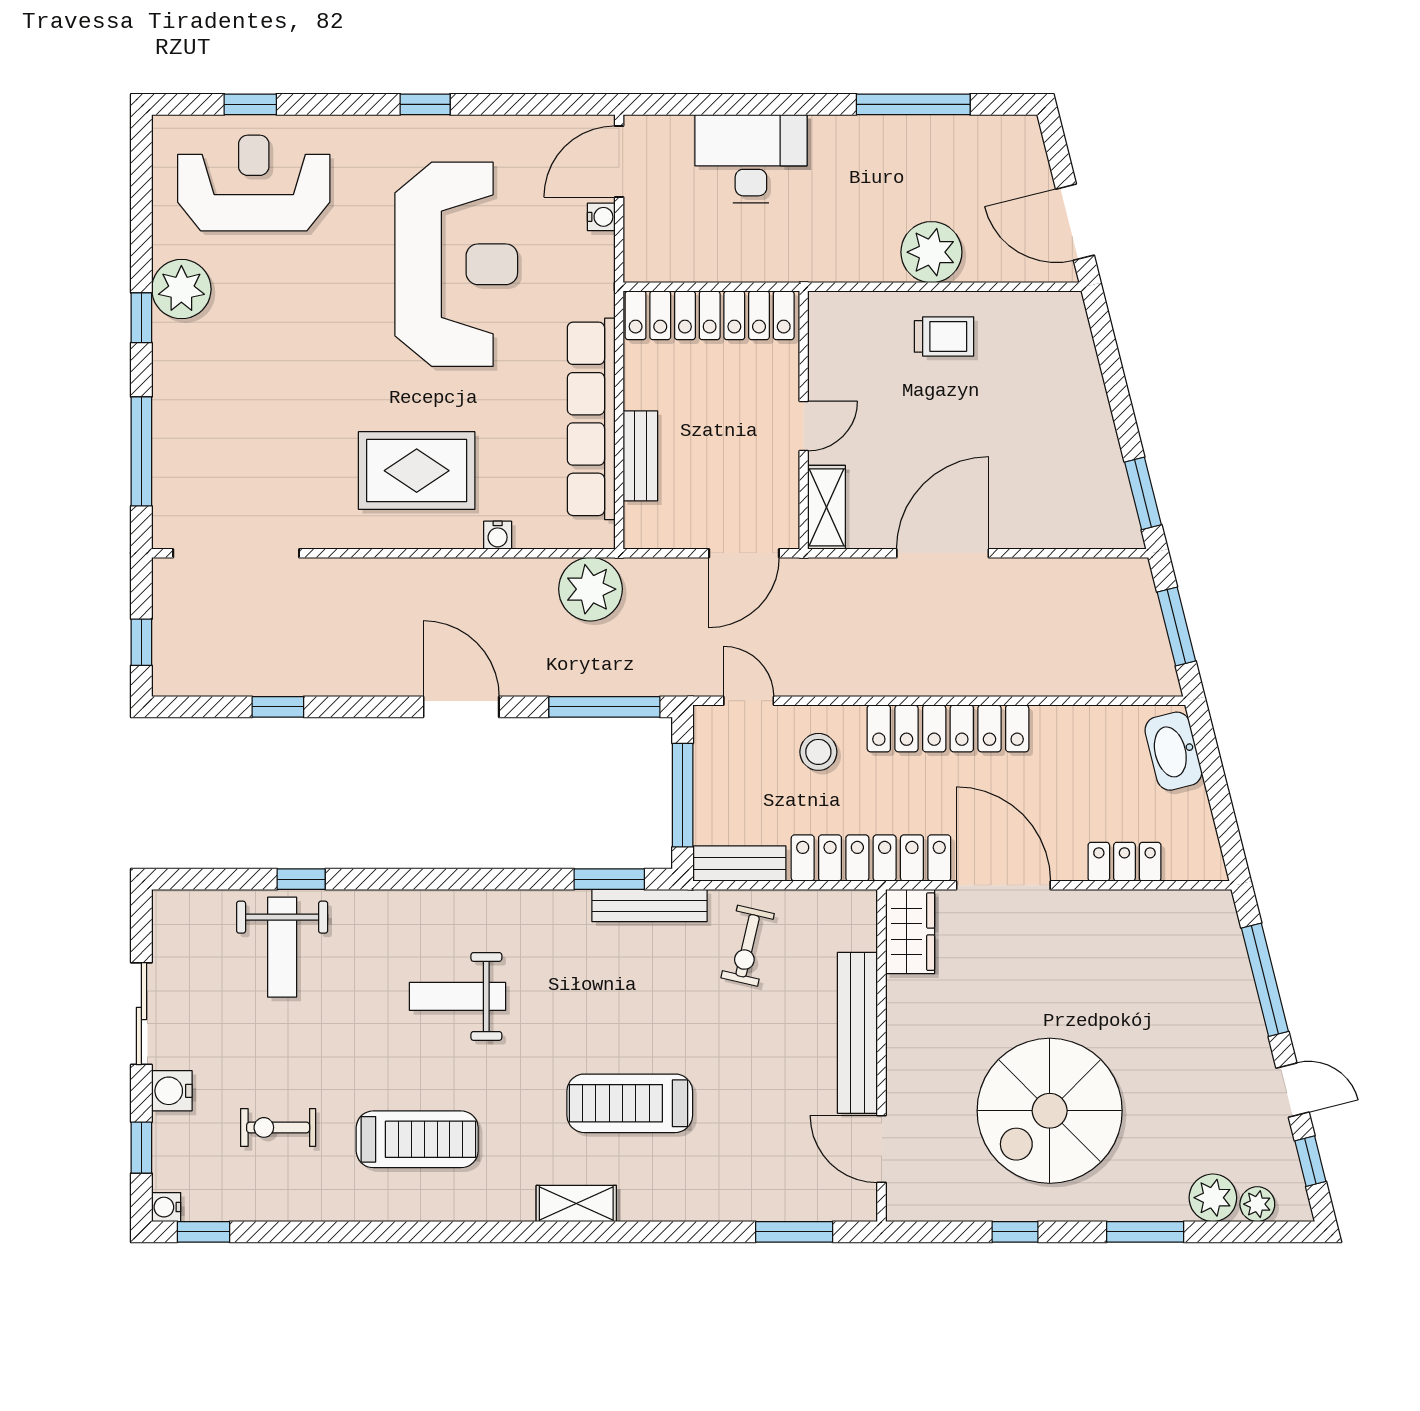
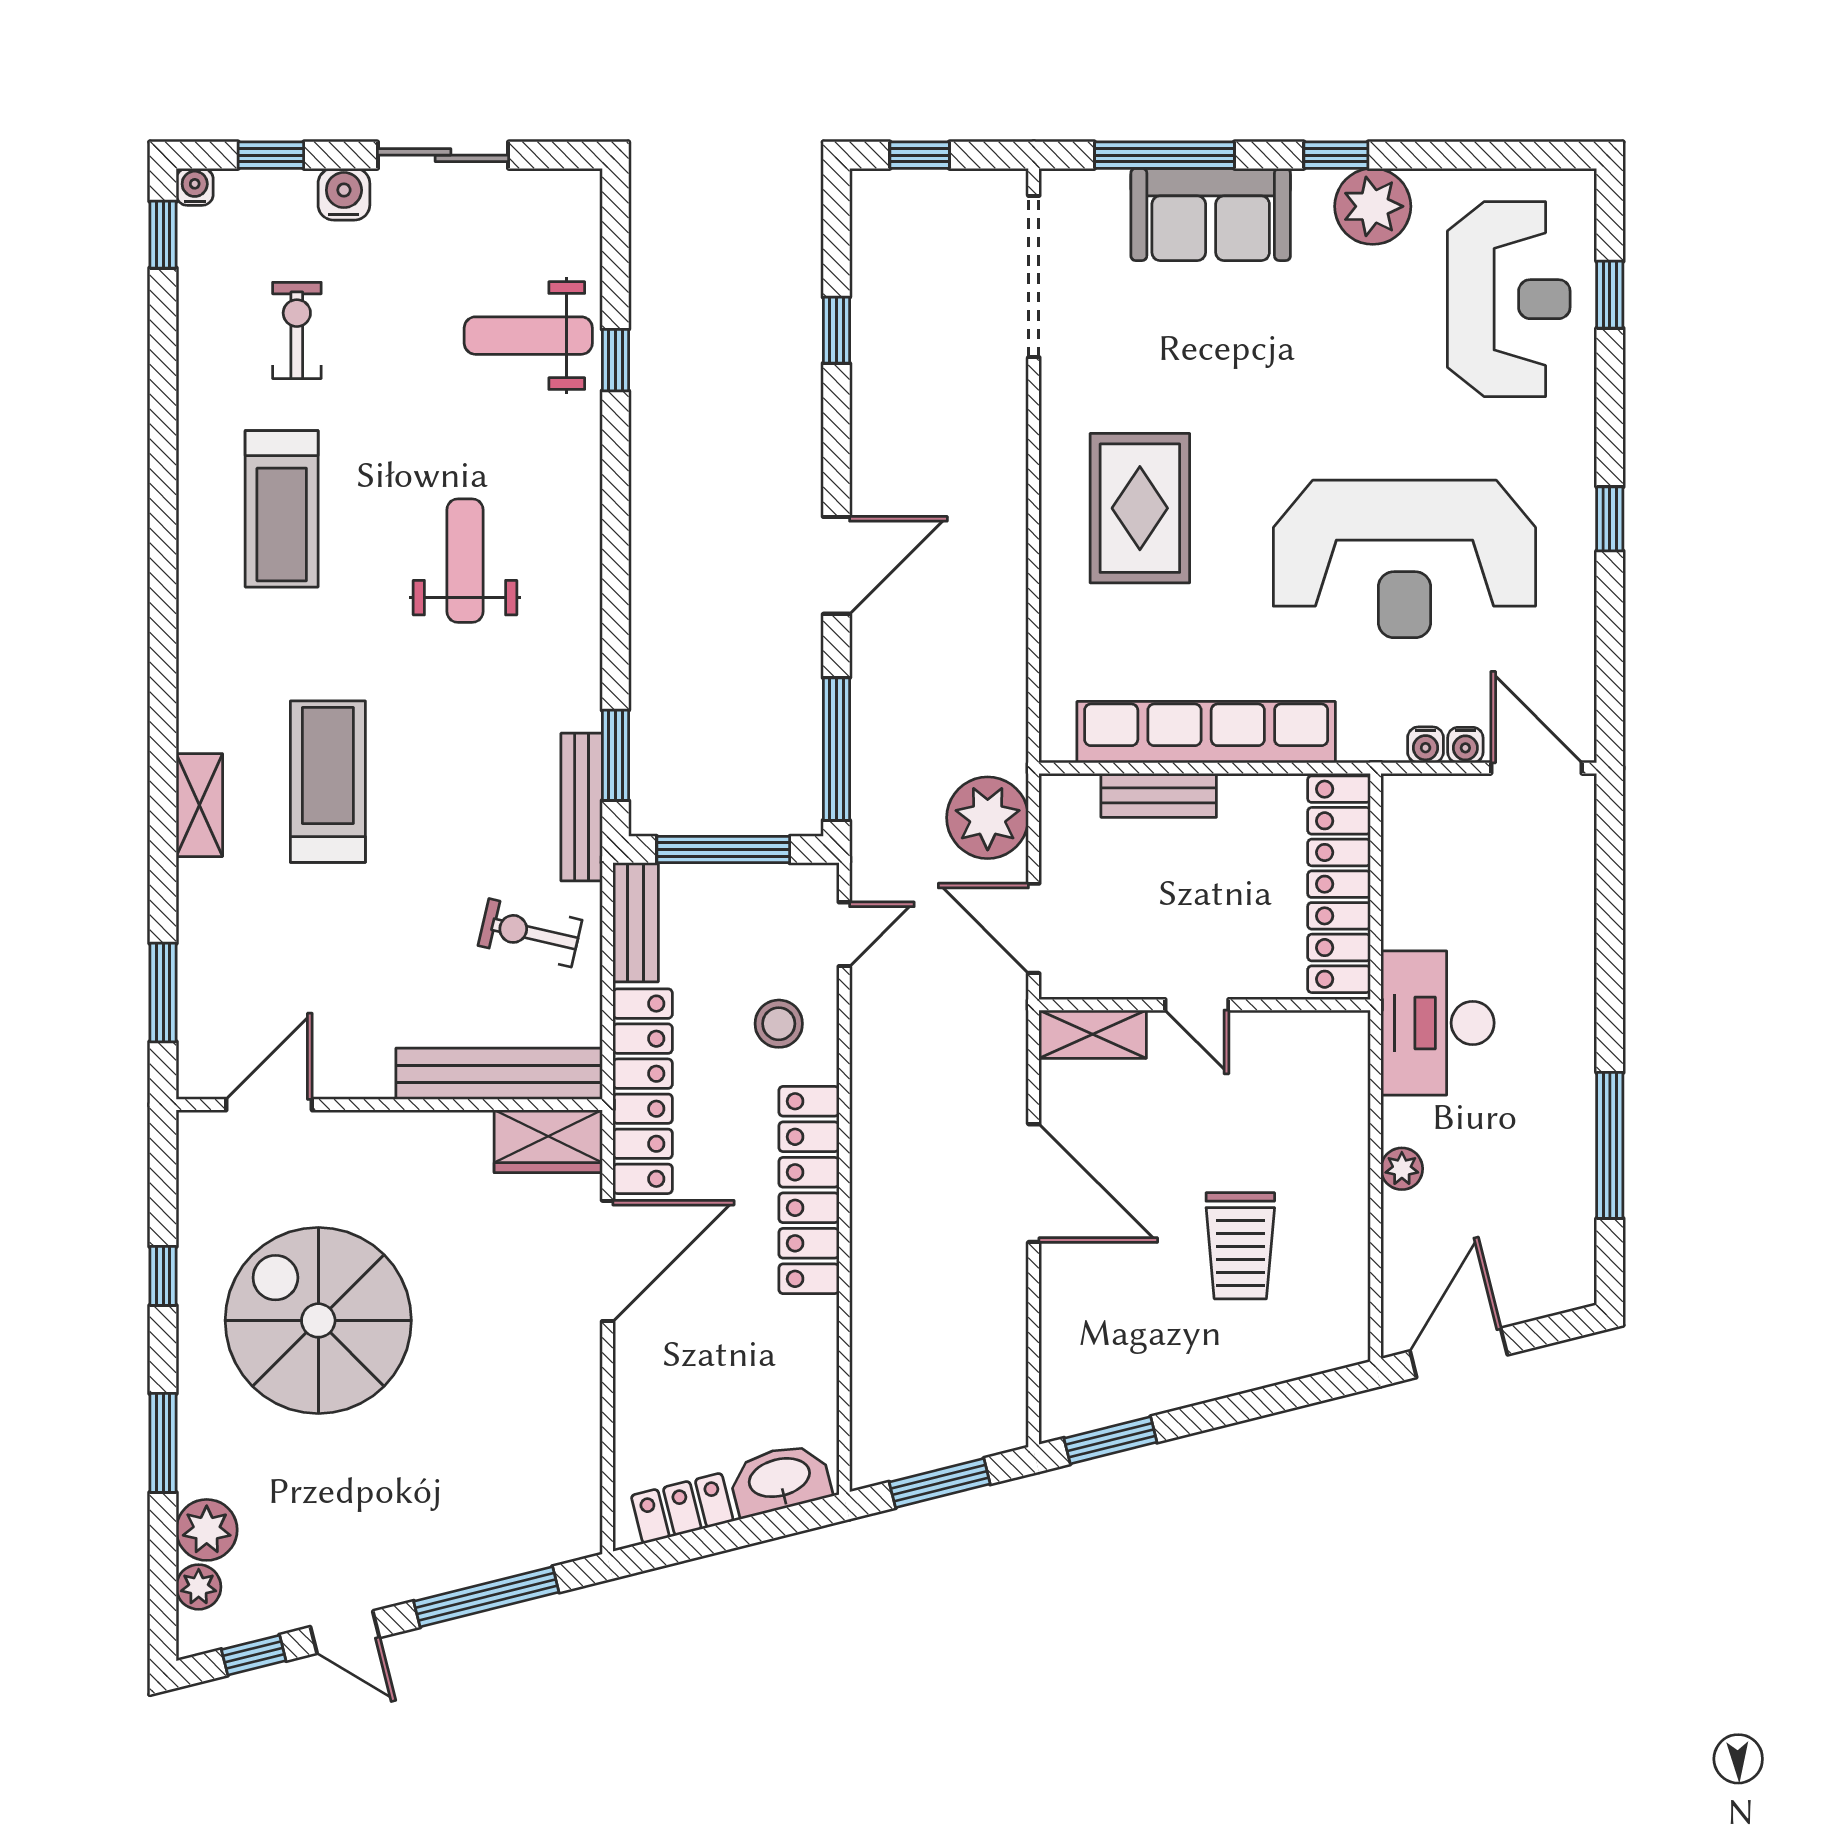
desk: (751, 159) -> (1438, 1023), moved, turned 180
plant: (931, 252) -> (1402, 1169), width x0.53, depth x0.53
trolley: (944, 336) -> (1240, 1246), moved, width x1.36, depth x1.39
sofa: (188, 415) -> (1211, 214), added
water cooler: (498, 535) -> (1426, 745), moved, turned -90
plant: (590, 589) -> (988, 818), moved
locker: (1124, 862) -> (682, 1508), moved, turned -104
bench: (857, 1033) -> (499, 1074), moved
door: (1293, 1090) -> (345, 1632), hinge flipped
shelving: (576, 1203) -> (199, 805), moved

